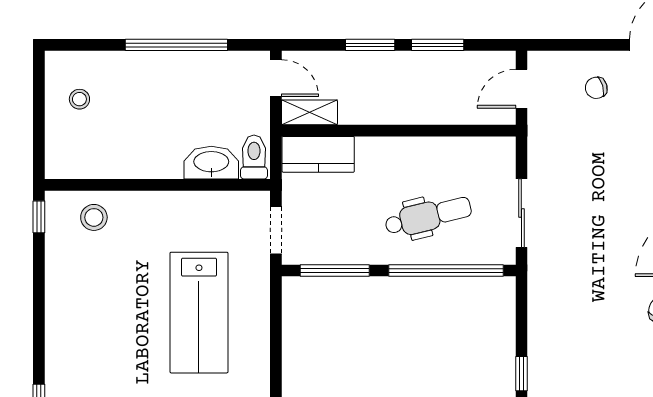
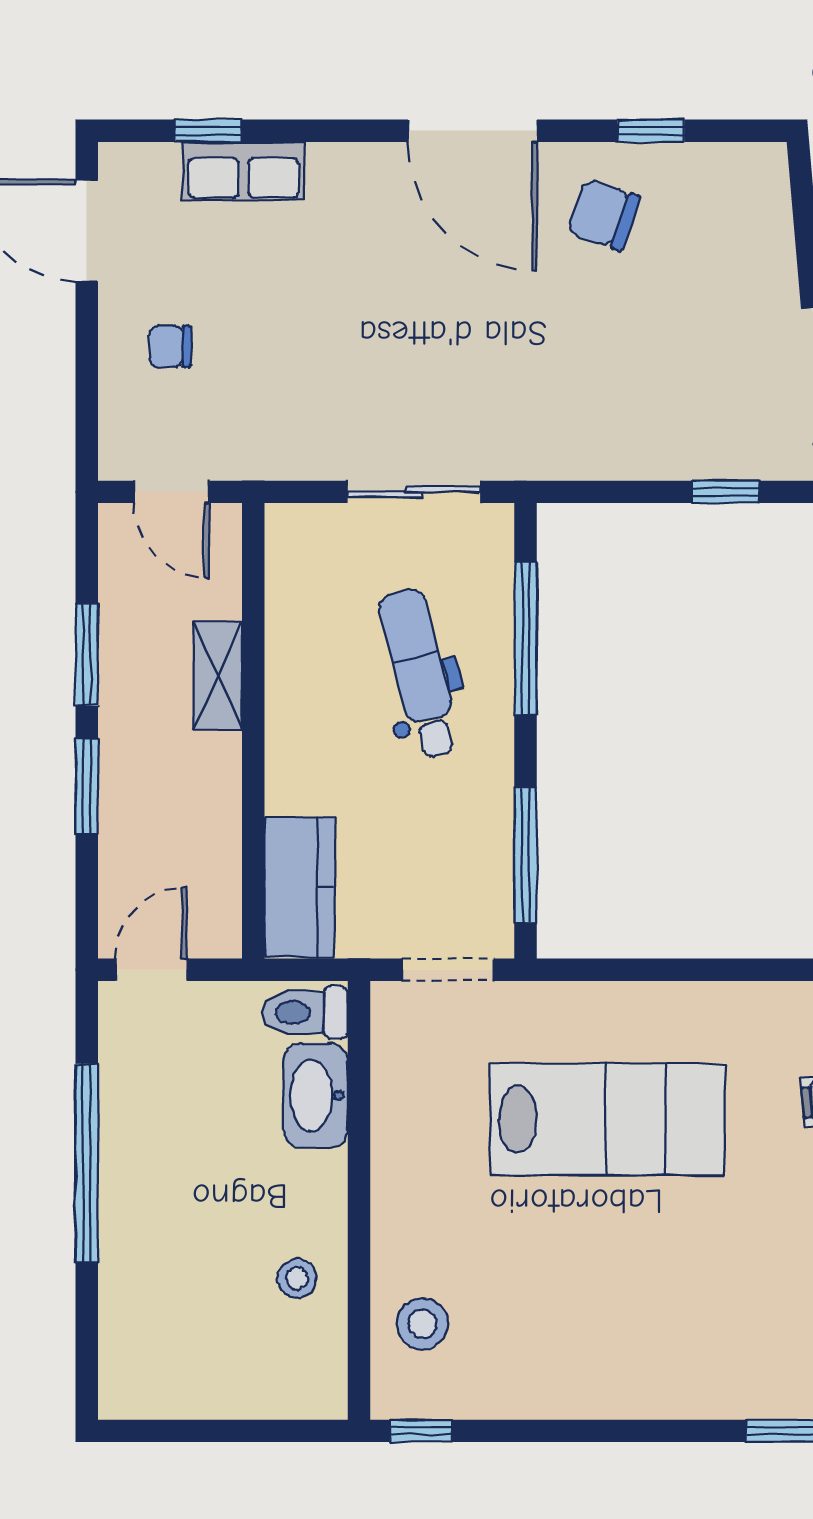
chair: (596, 88) -> (170, 346), turned 106
stool: (79, 99) -> (297, 1278), moved
shelving: (309, 112) -> (218, 676), moved
window: (446, 271) -> (526, 639), width x0.68

